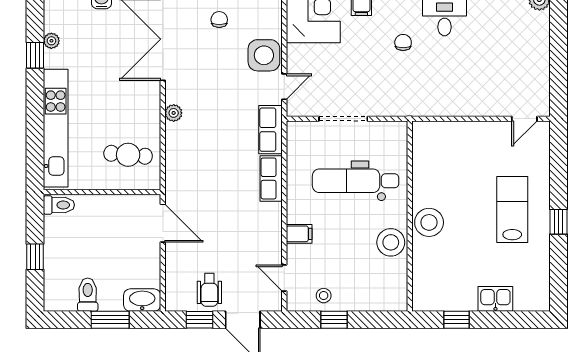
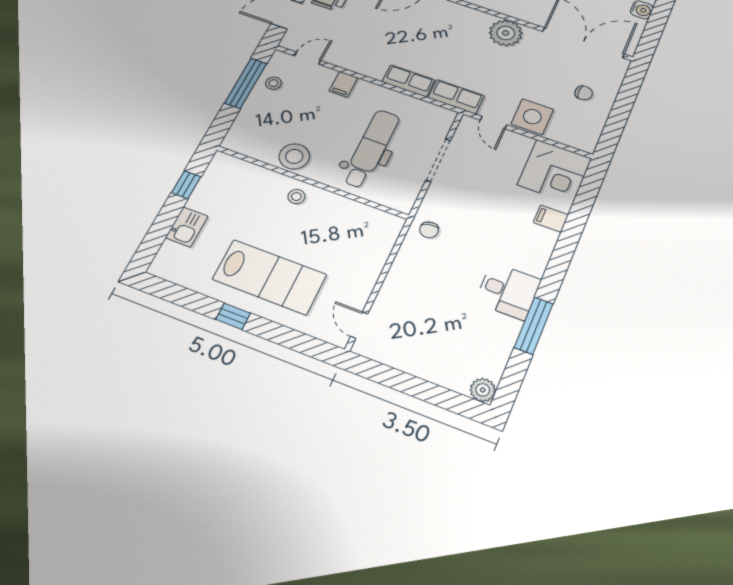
chair: (403, 43) -> (429, 230), moved, turned 79
plant: (174, 113) -> (506, 33), width x1.87, depth x1.87
lab bench: (512, 209) -> (269, 277), width x1.36, depth x1.39
stool: (429, 222) -> (296, 197), width x0.53, depth x0.53
window: (334, 320) -> (246, 83), width x2.17

